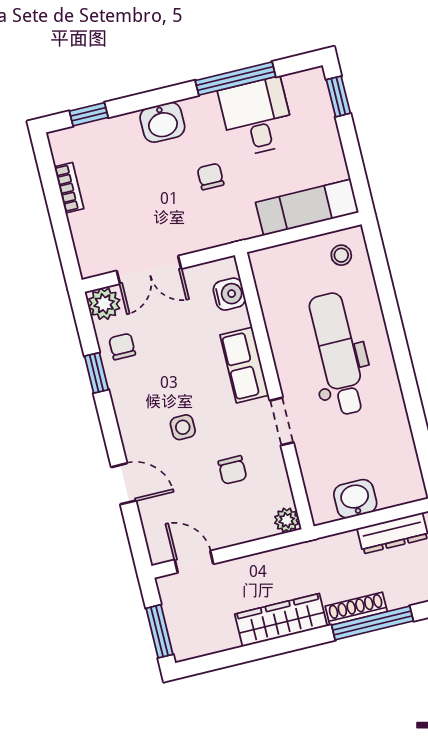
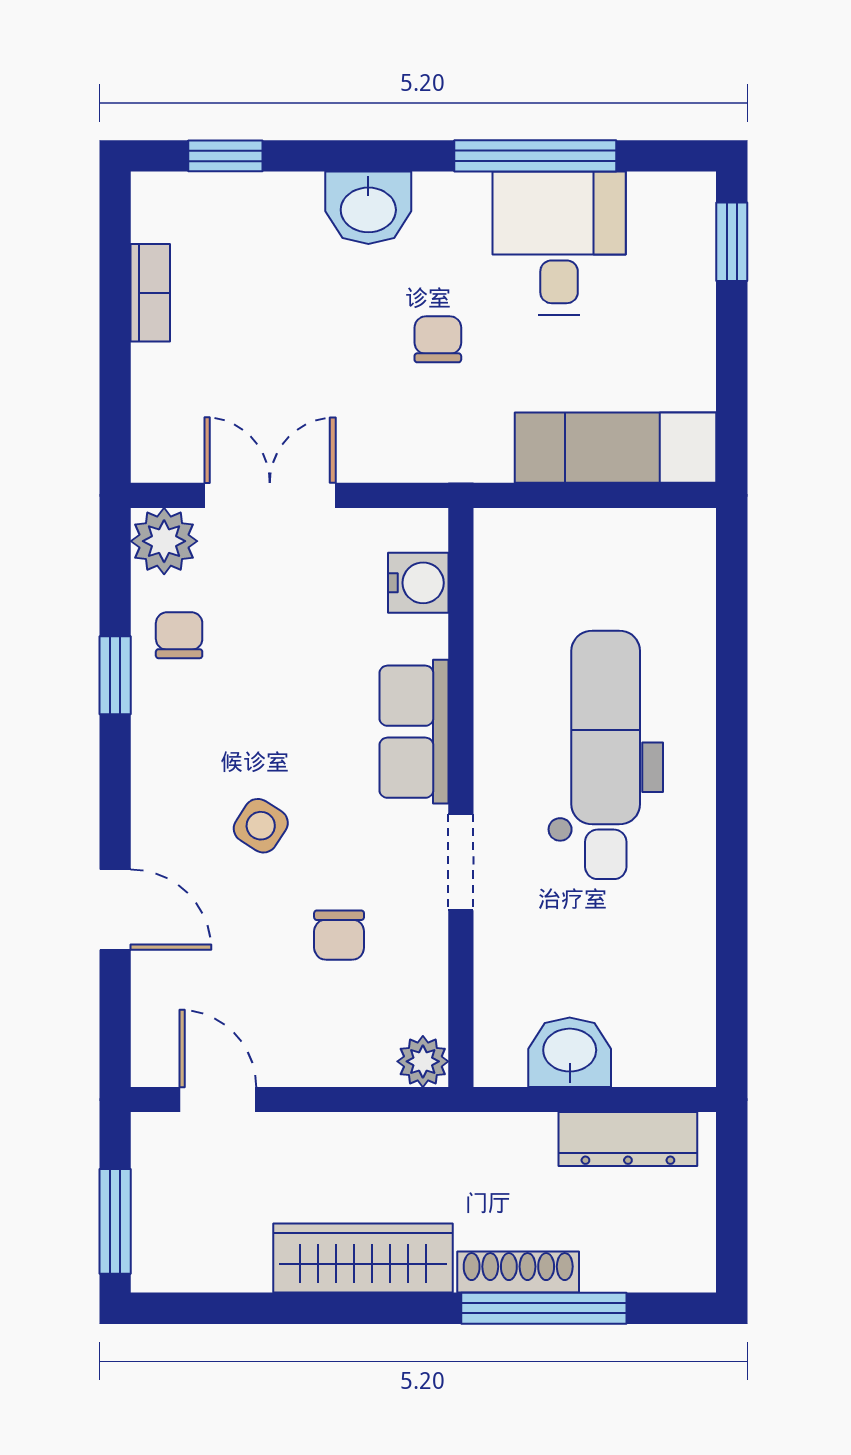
stool: (341, 255) -> (660, 560), removed
double door: (149, 270) -> (270, 495), swing flipped
side table: (183, 427) -> (261, 826), turned 33

